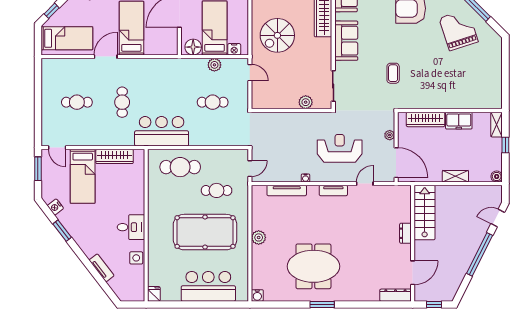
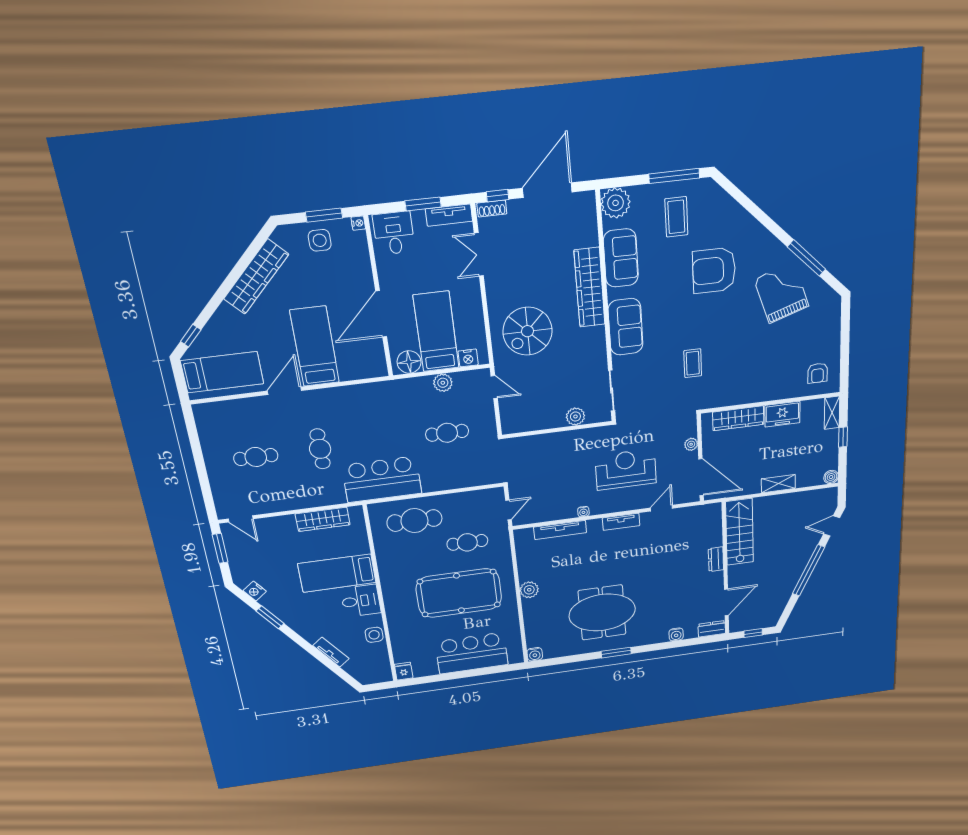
armchair: (485, 92) -> (818, 373), added
bed: (83, 176) -> (337, 573), moved, turned 90
dresser: (395, 295) -> (712, 629), width x0.70
water cooler: (371, 296) -> (676, 634), added

